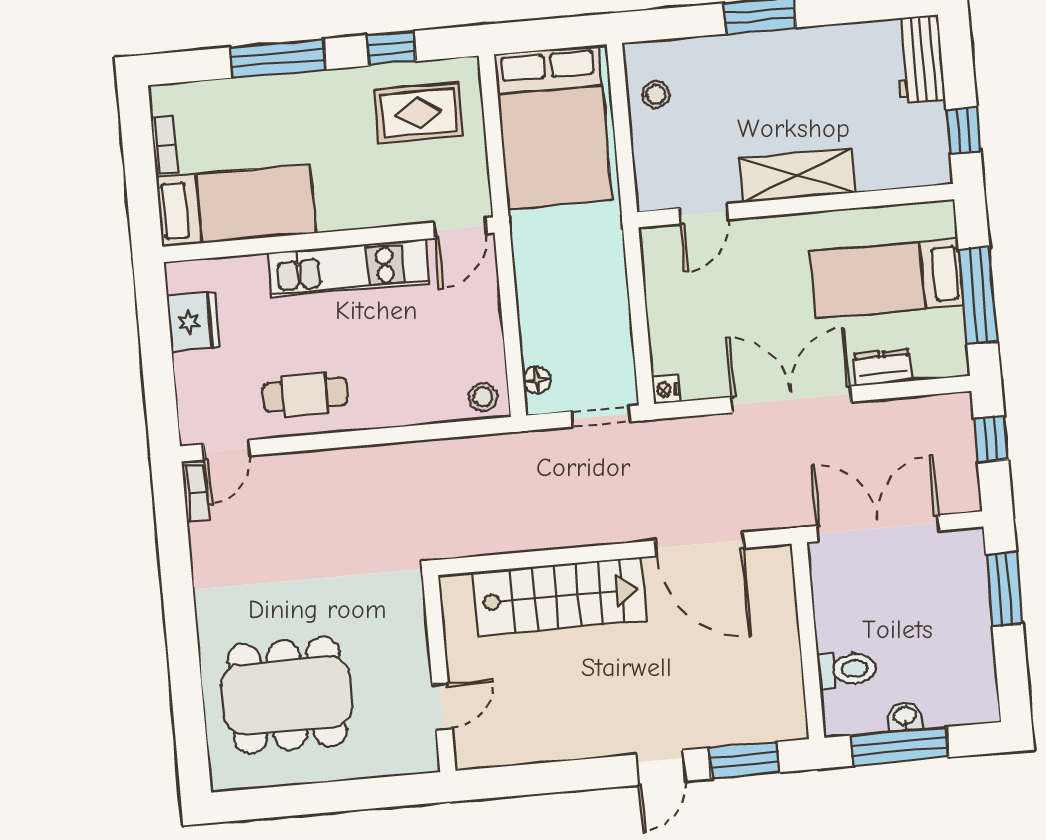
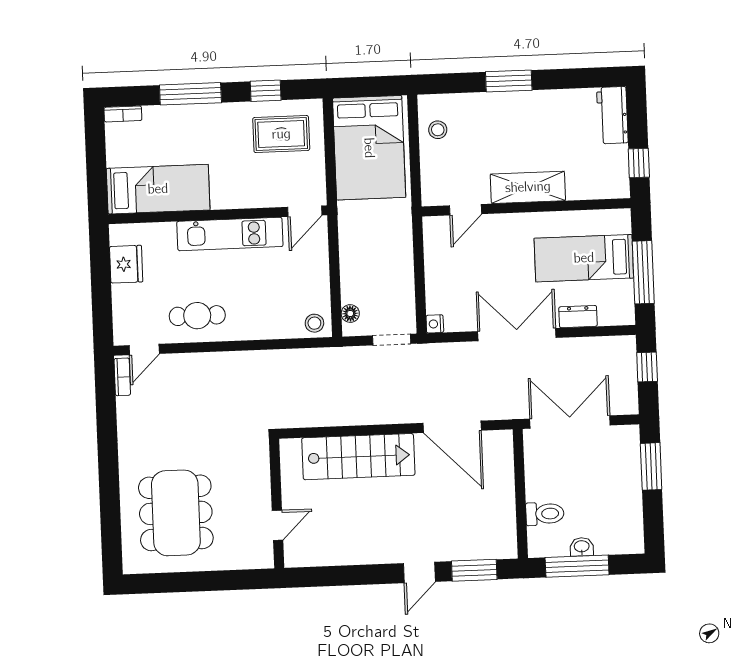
bookcase: (164, 145) -> (123, 114), moved, turned 90
dining table: (287, 695) -> (176, 513), turned 90

